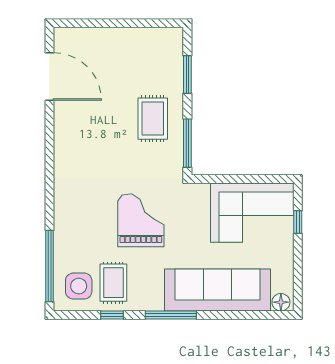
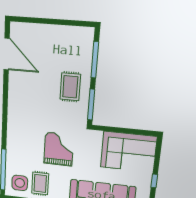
window: (187, 75) -> (95, 60), width x1.44
window: (298, 222) -> (154, 181), moved

